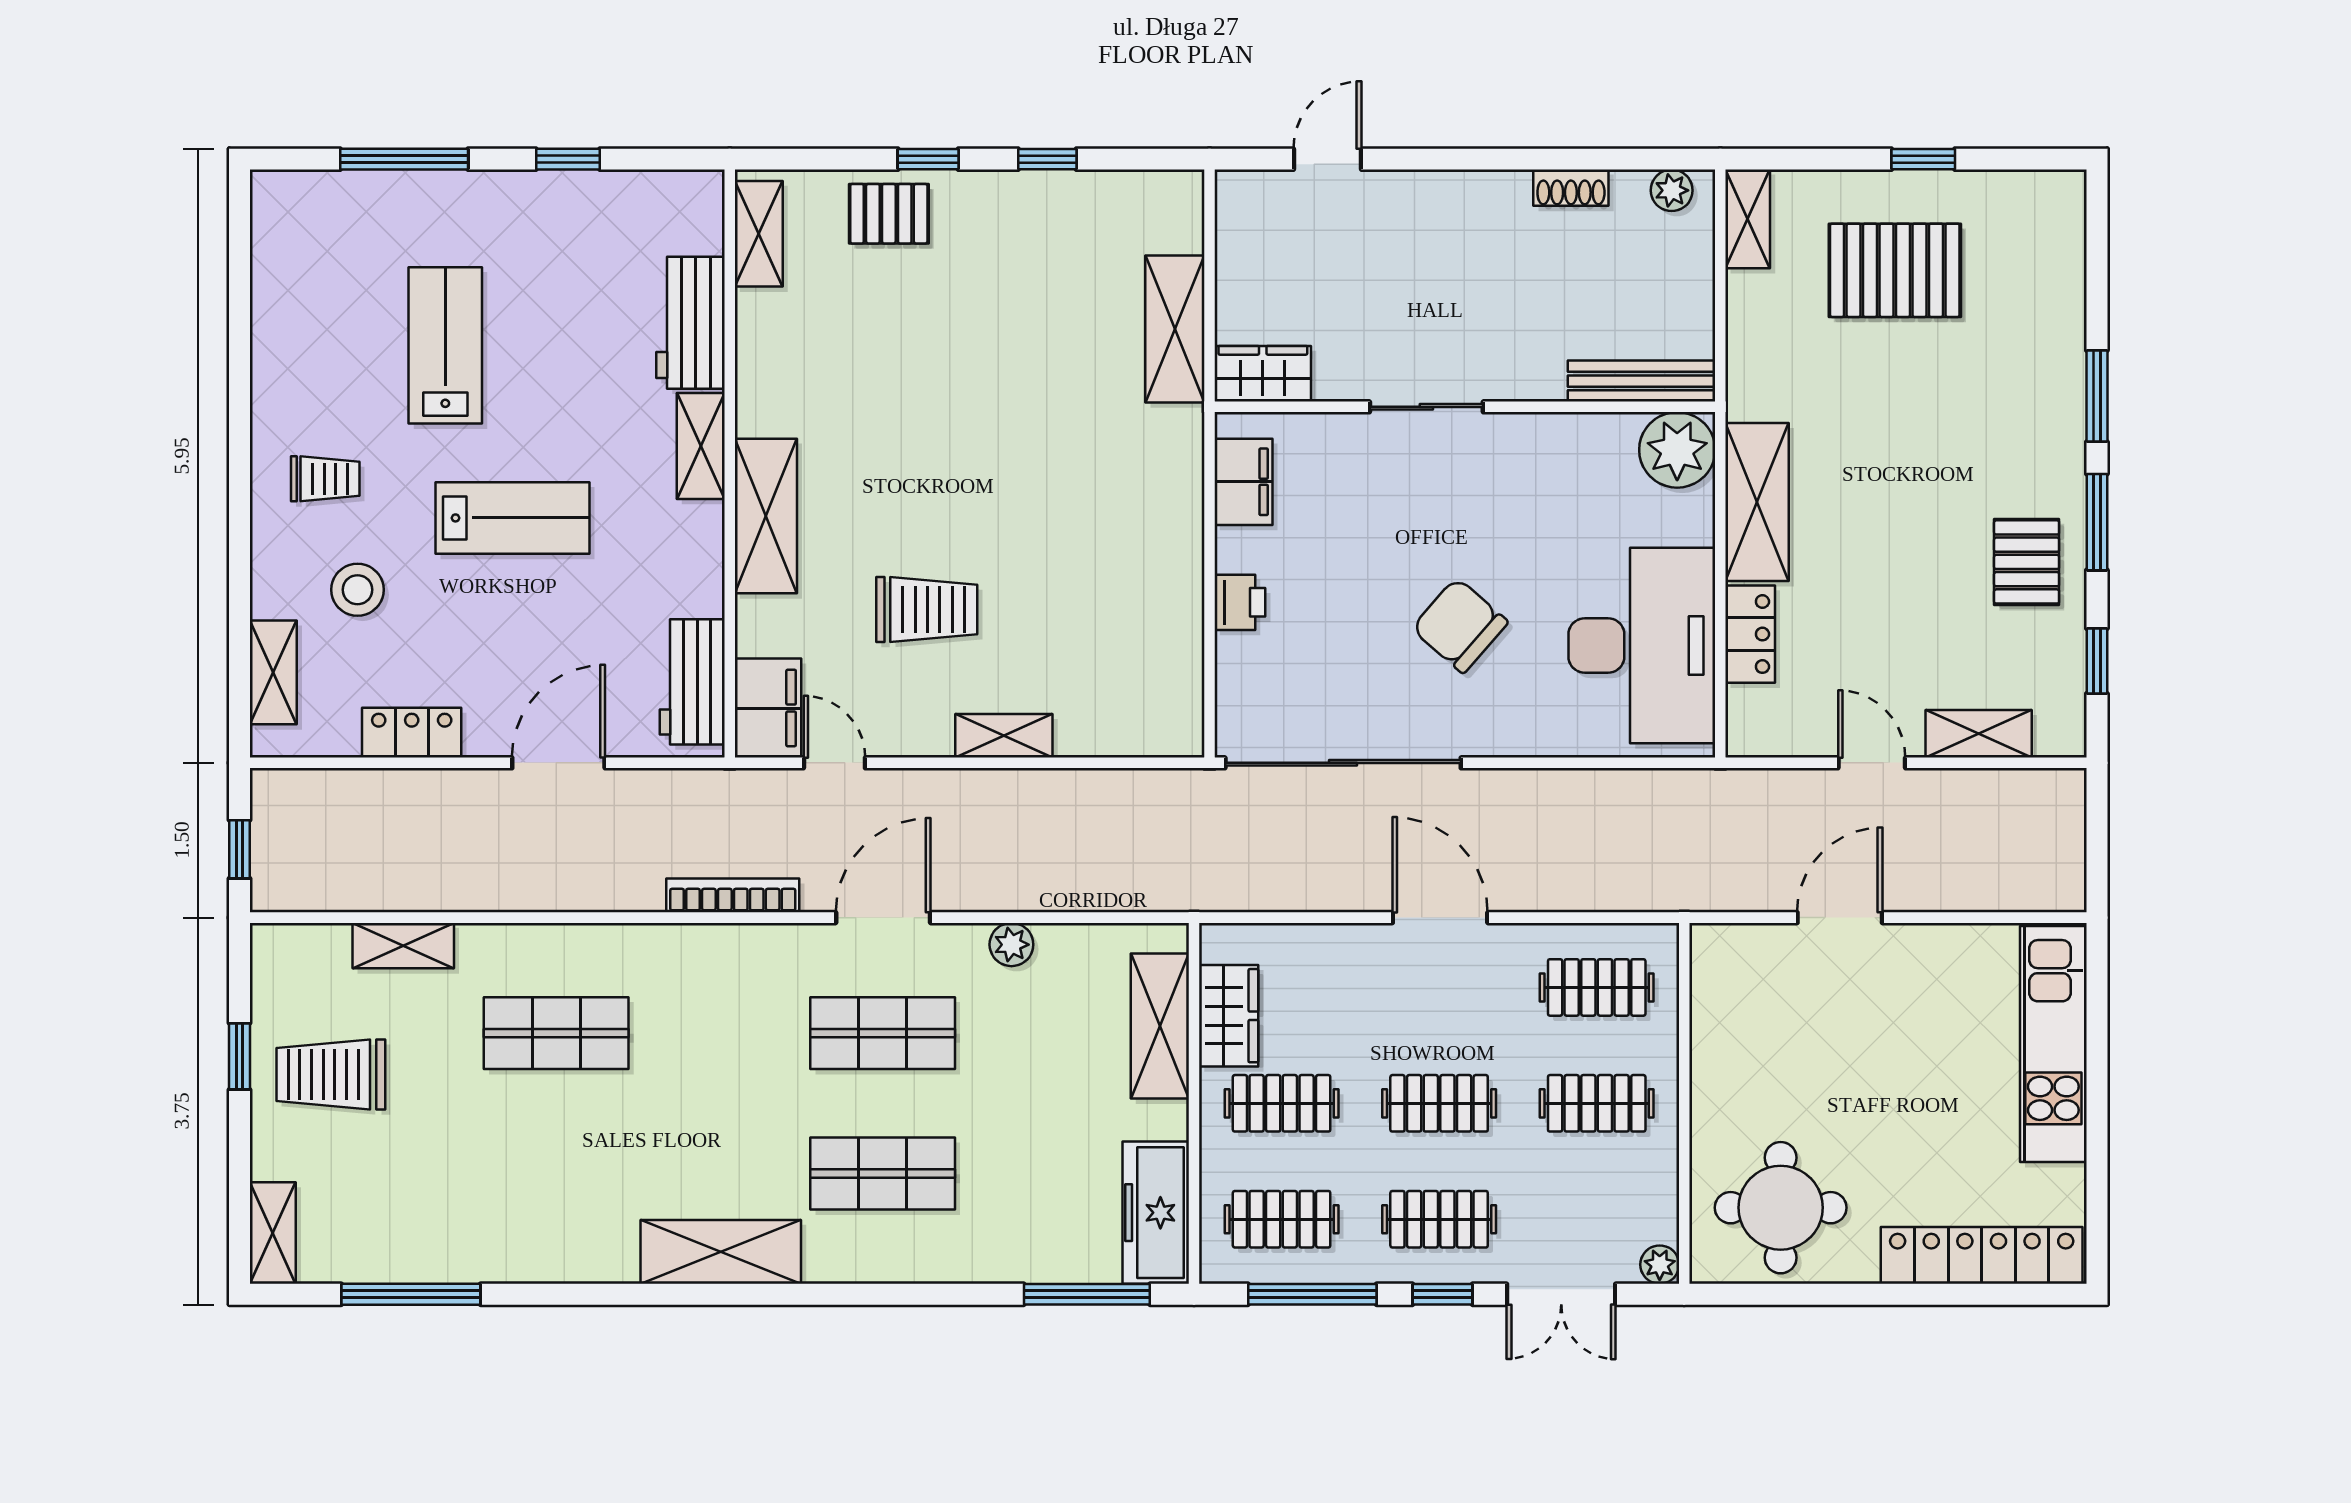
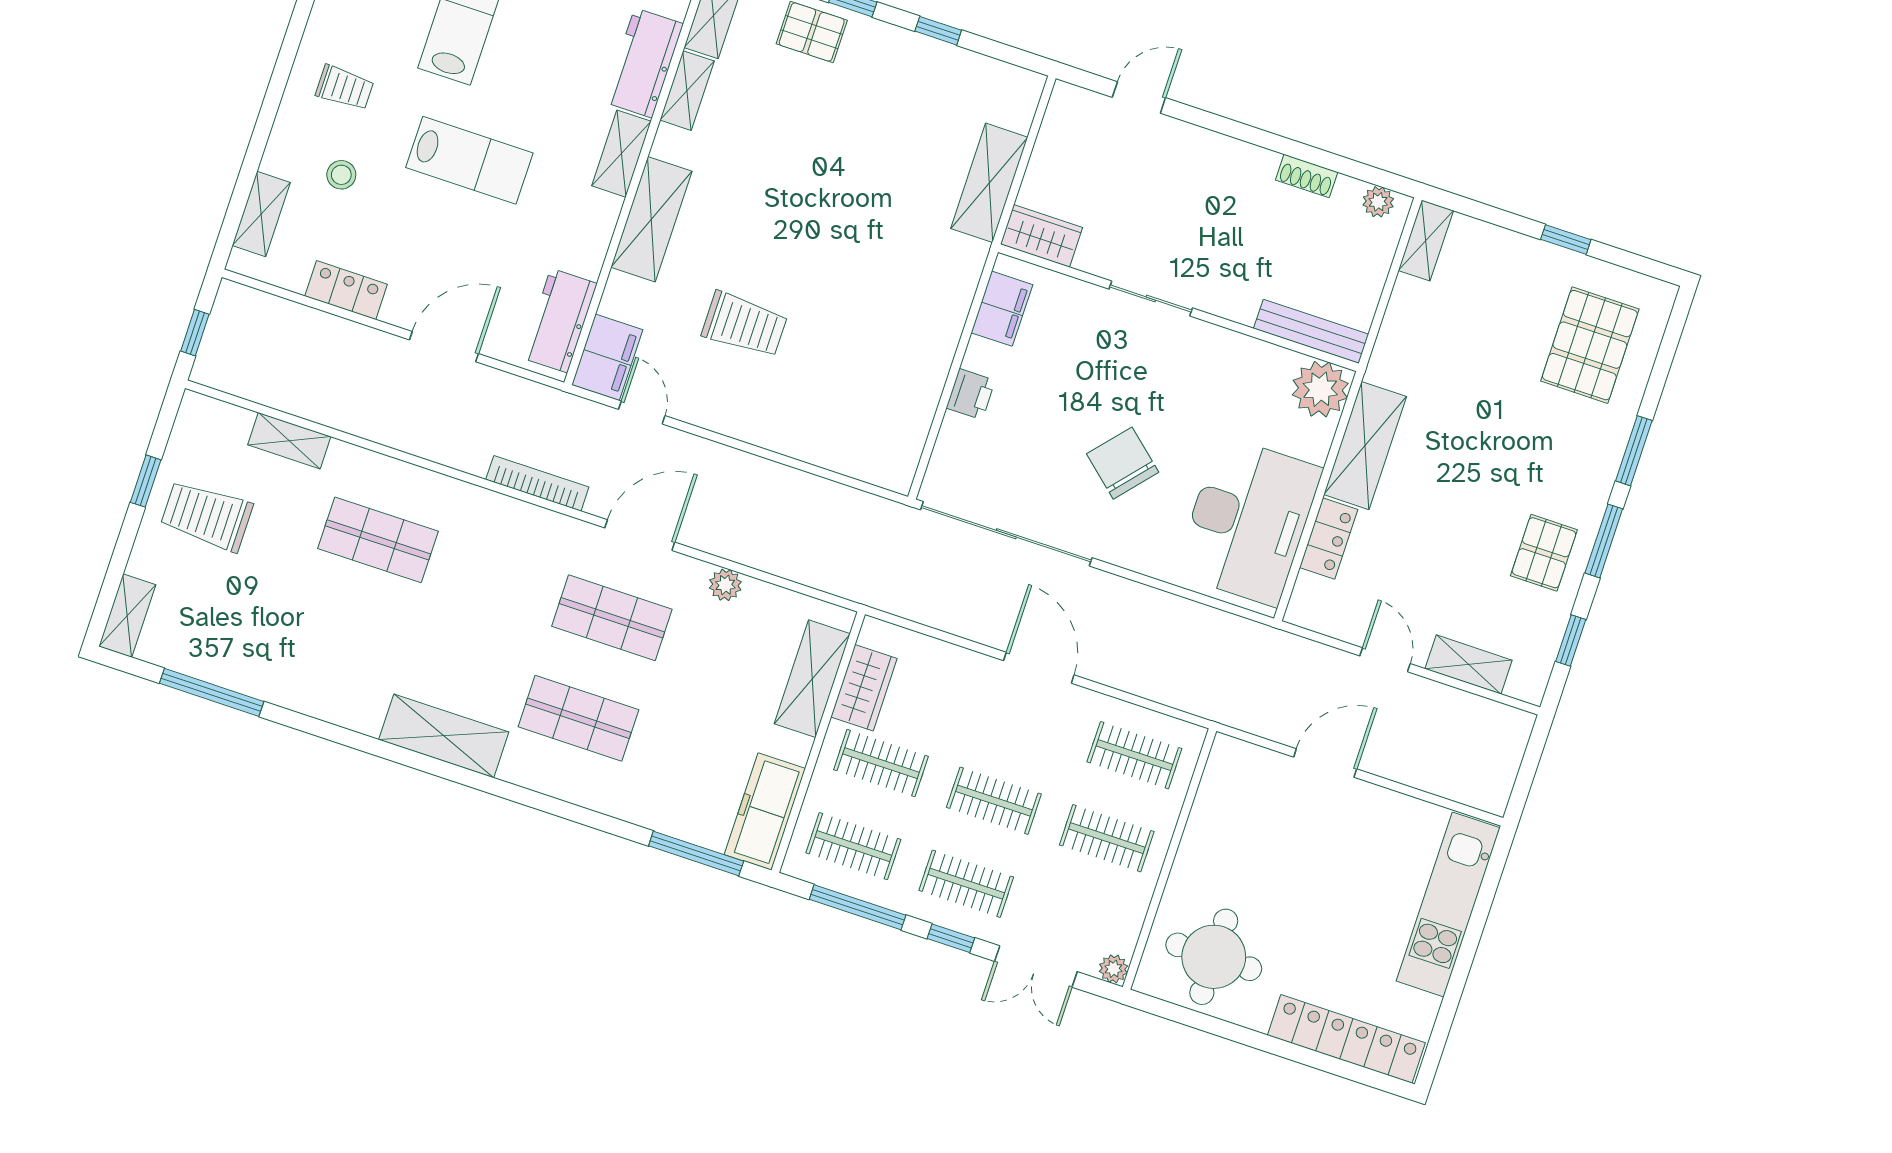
pallet: (1895, 270) -> (1590, 345), moved, turned 90
stool: (357, 590) -> (341, 175), width x0.73, depth x0.73
shelving: (1004, 736) -> (687, 91), moved, turned 90

